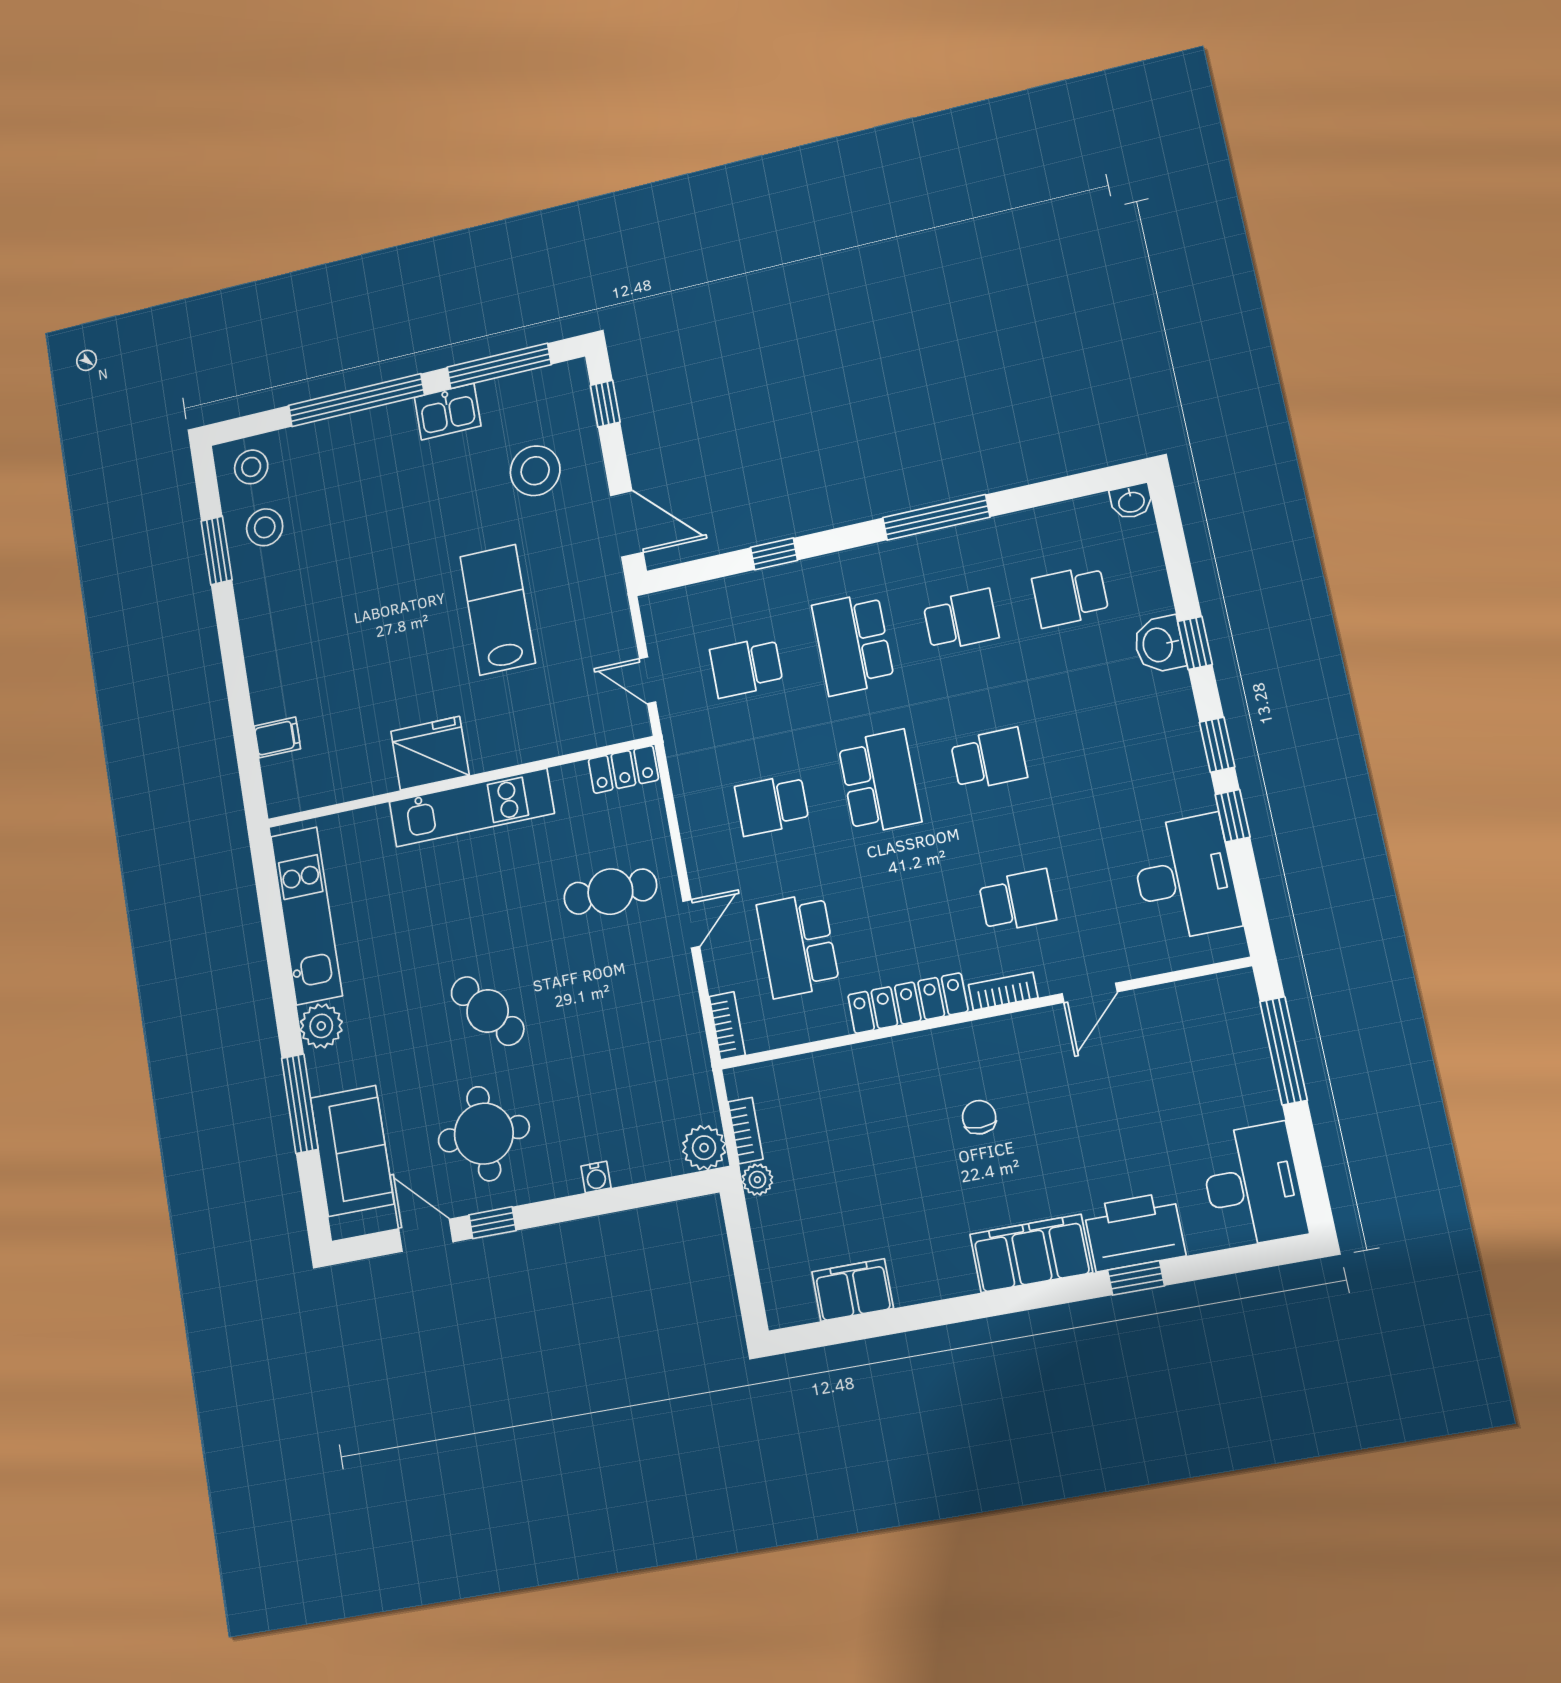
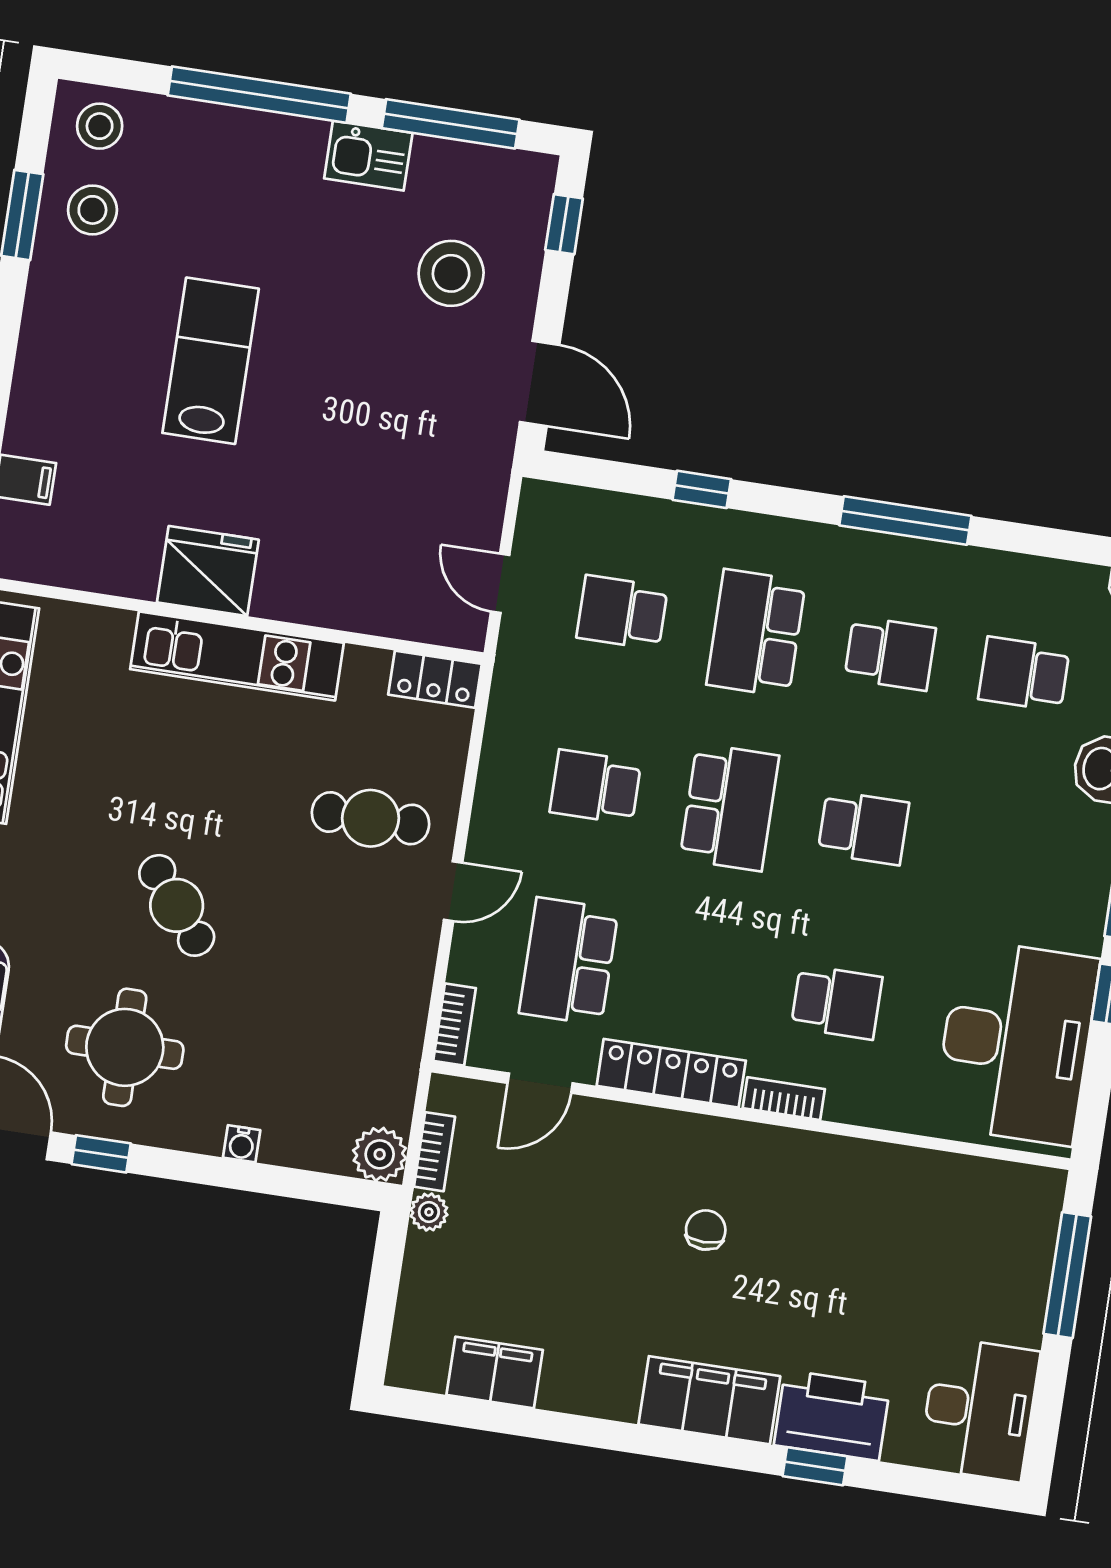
lab bench: (498, 610) -> (211, 361), moved
desk: (1185, 878) -> (1016, 1042), width x1.36, depth x1.30
door: (1090, 993) -> (540, 1083), moved

